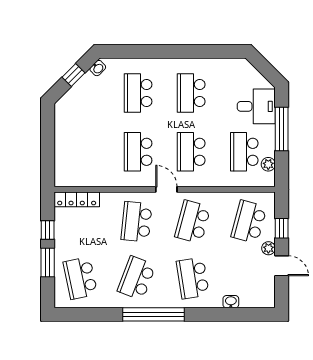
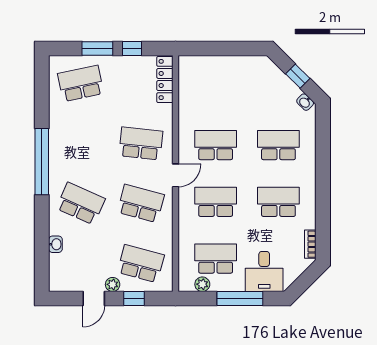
bookcase: (231, 63) -> (310, 244), added
school desk: (137, 278) -> (81, 143), removed
school desk: (193, 278) -> (81, 204), turned 33

